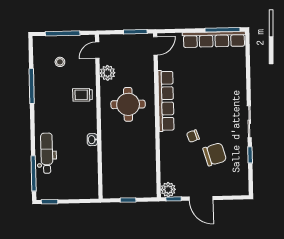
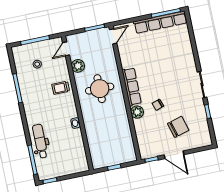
row of seats: (166, 101) -> (132, 87), width x0.73
chair: (215, 154) -> (178, 127), moved
plant: (168, 190) -> (137, 112), moved

